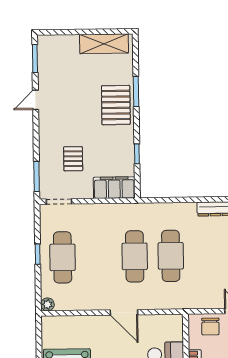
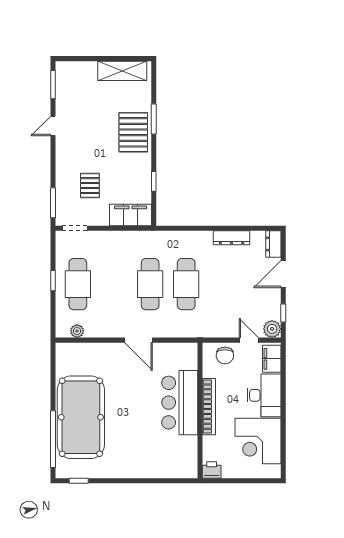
plant: (47, 304) -> (77, 331), moved

